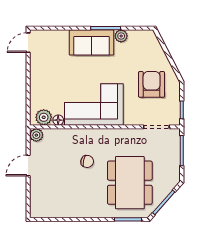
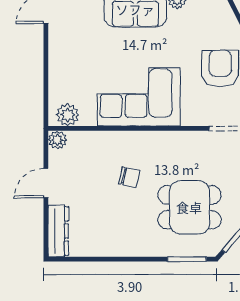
floor lamp: (58, 120) -> (88, 119), removed
dining table: (130, 183) -> (189, 207), width x0.73
dresser: (37, 200) -> (58, 231), added

